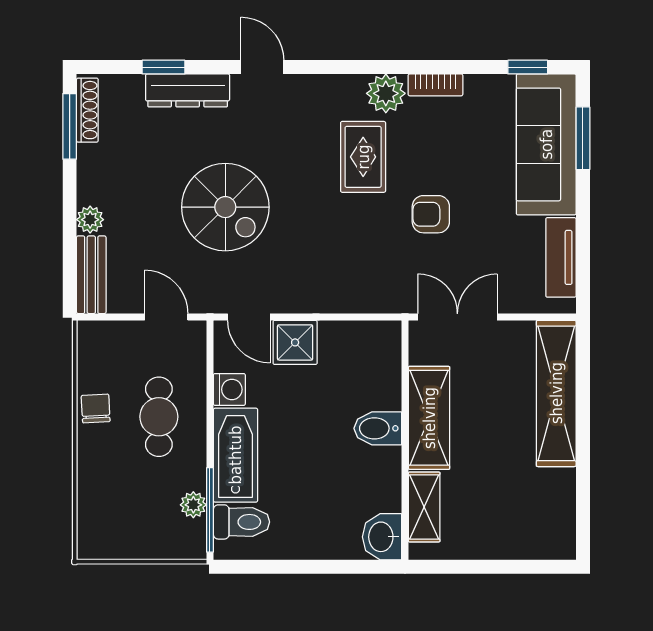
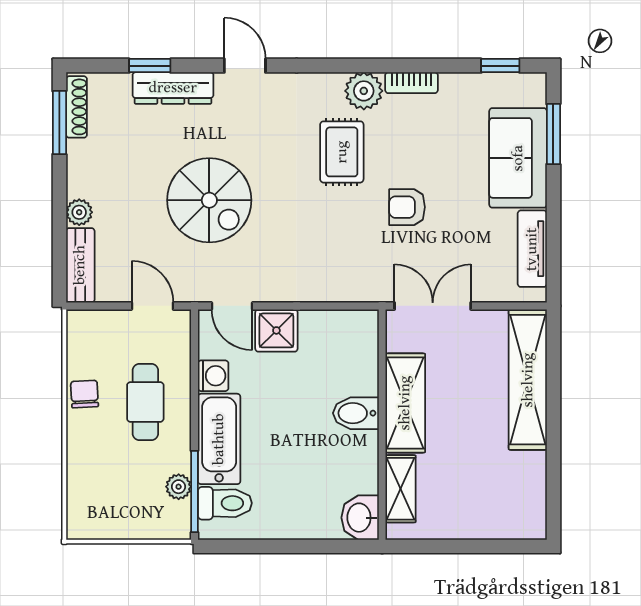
sofa: (546, 144) -> (518, 158), width x0.73

